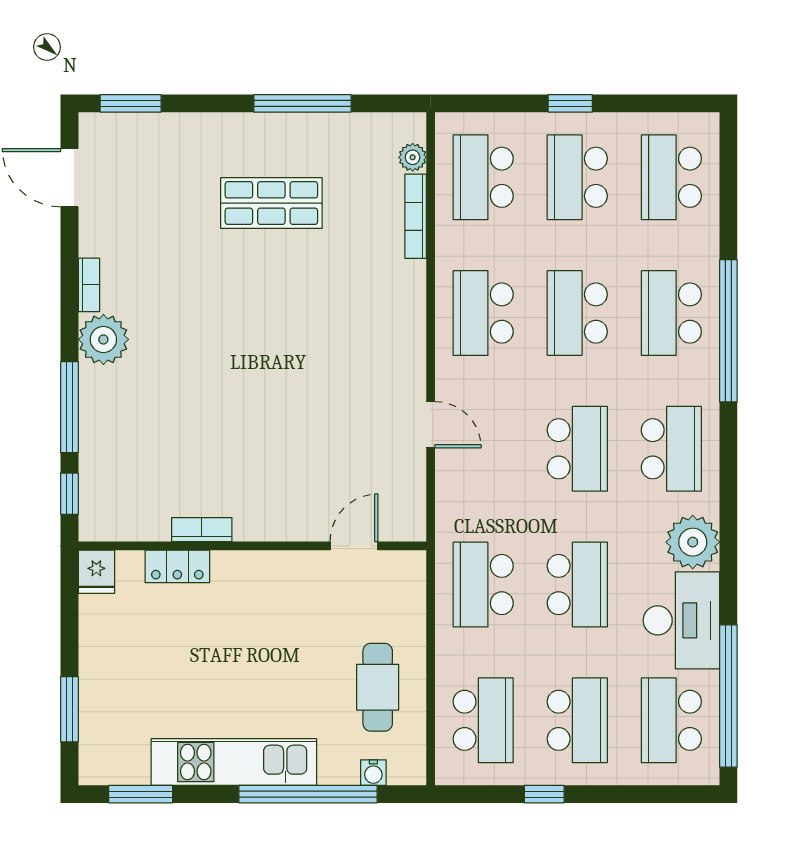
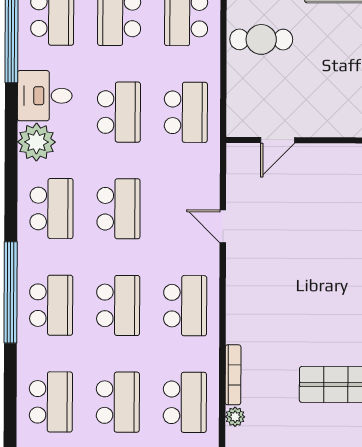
school desk: (577, 449) -> (118, 209), turned 180
school desk: (671, 449) -> (52, 209), turned 180
school desk: (577, 585) -> (119, 112), turned 180
desk: (681, 620) -> (45, 96), width x0.73
cafe table: (378, 687) -> (261, 39), turned 90

